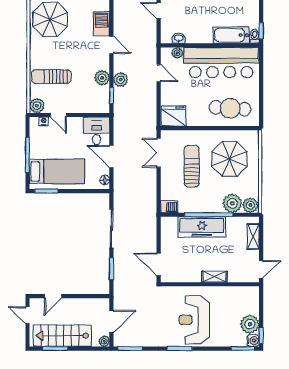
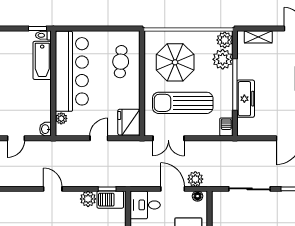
barbecue: (101, 24) -> (110, 200), moved
washbasin: (179, 38) -> (46, 129), moved
door: (111, 45) -> (53, 189), hinge flipped
door: (159, 73) -> (99, 138), moved
plant: (121, 80) -> (195, 179), moved
cafe table: (230, 108) -> (121, 62), width x0.73, depth x0.74
door: (111, 157) -> (173, 189), swing flipped
sun lounger: (192, 166) -> (183, 103), width x1.36, depth x1.34
freezer: (202, 227) -> (246, 99), width x0.73, depth x0.79

